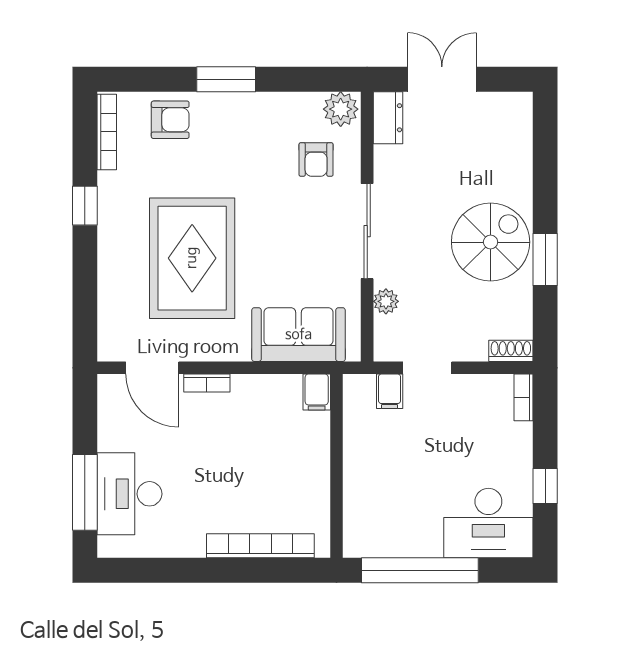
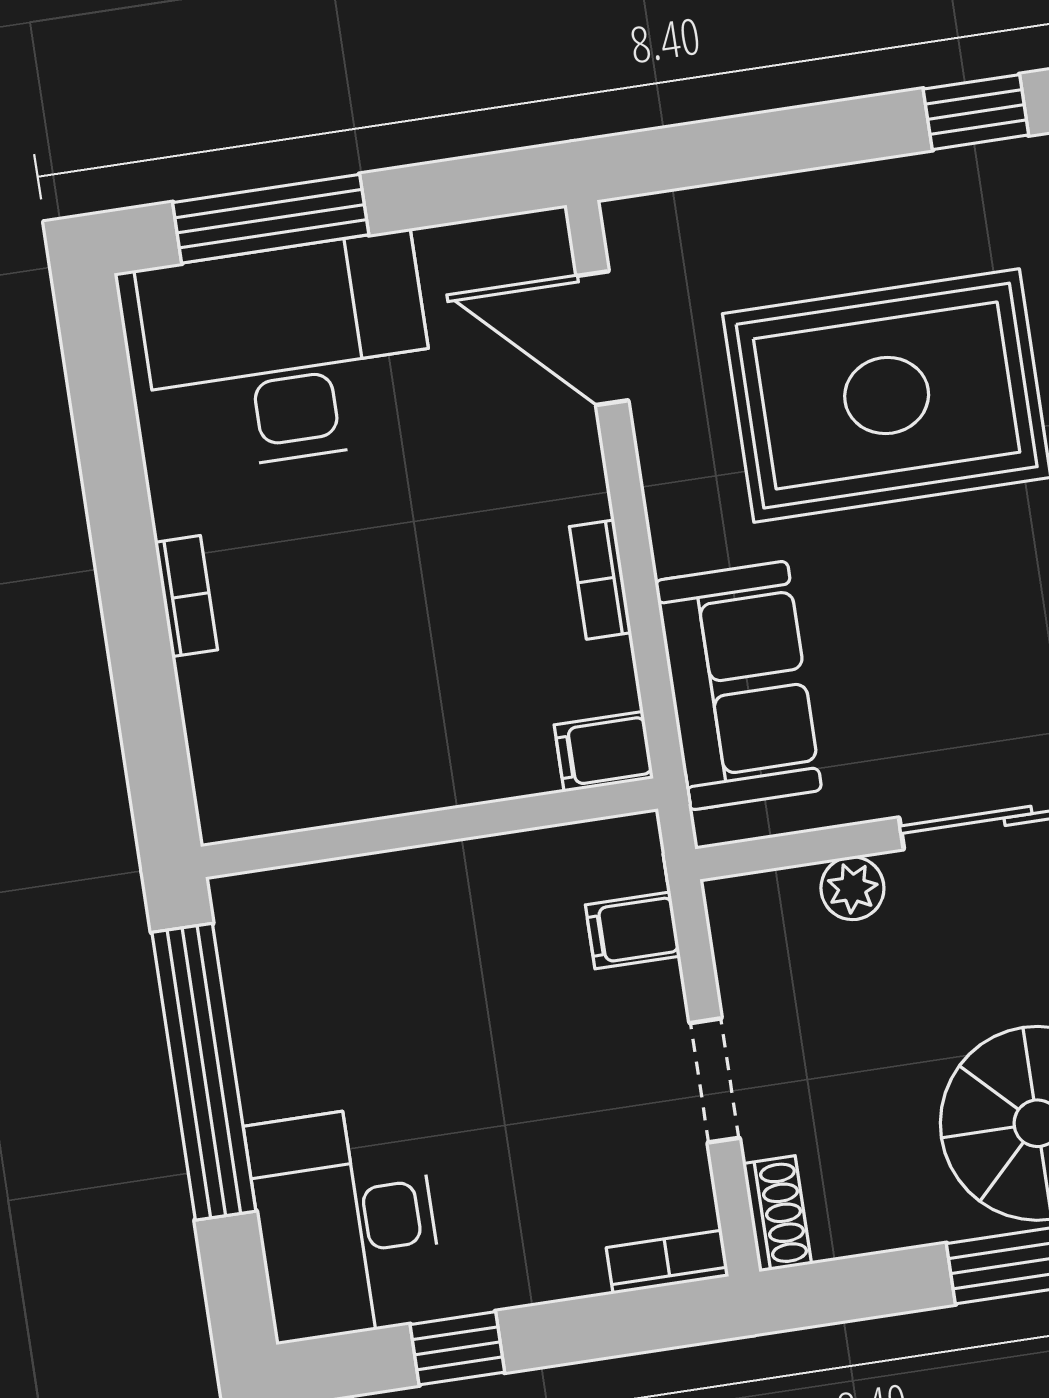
door: (152, 368) -> (602, 338), hinge flipped
doorway: (427, 368) -> (715, 1080), moved
bookcase: (207, 383) -> (600, 580), moved
desk: (129, 494) -> (288, 353), width x1.36, depth x1.30
bookcase: (260, 546) -> (186, 596), width x0.43, depth x0.76

